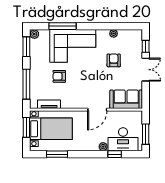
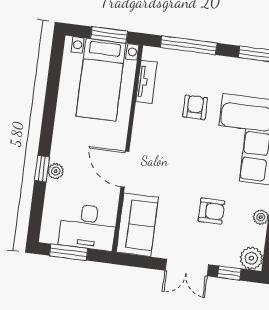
plant: (136, 36) -> (251, 258), added
desk: (123, 139) -> (88, 227), moved, turned -90
window: (57, 154) -> (53, 85), removed
window: (115, 154) -> (42, 169), moved

